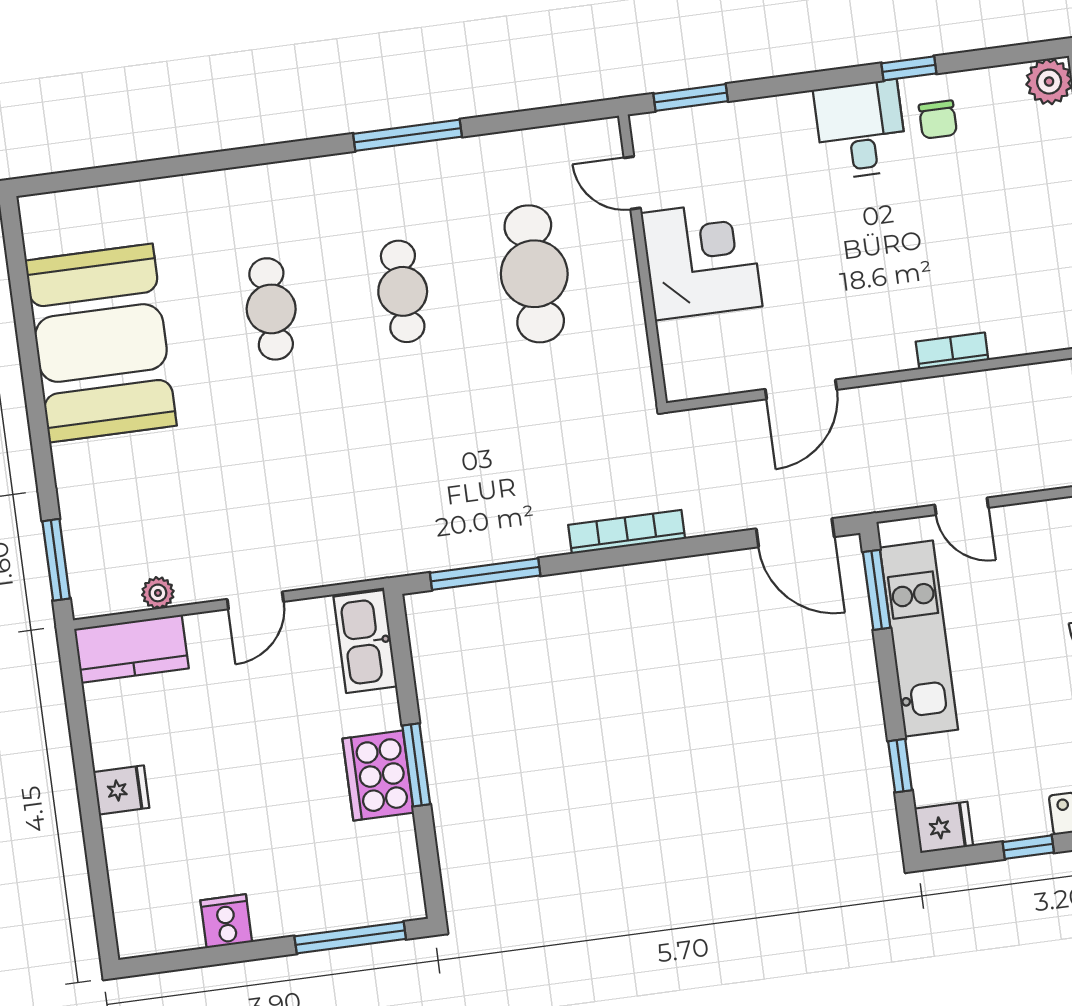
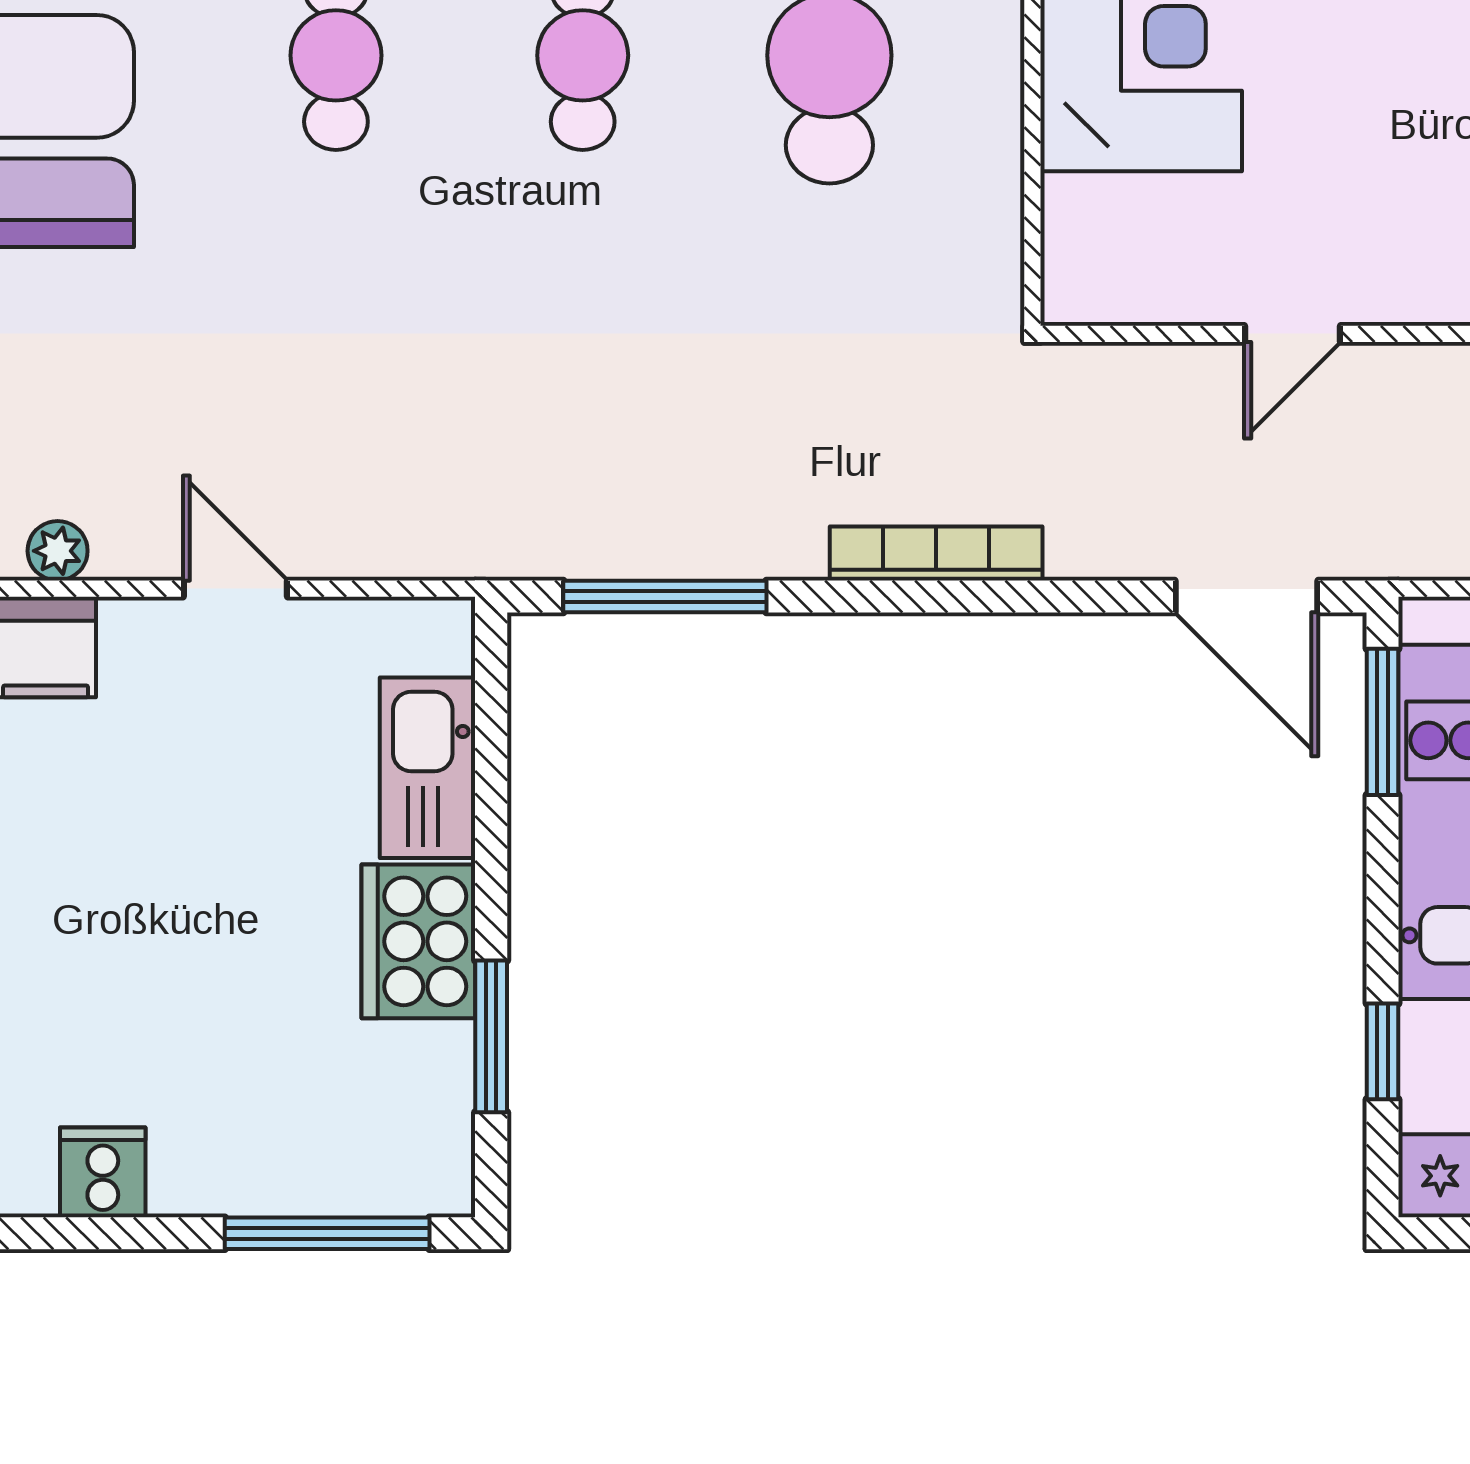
door: (801, 389) -> (1292, 334), width x0.73
door: (255, 600) -> (235, 589), swing flipped
kitchen sink: (365, 641) -> (428, 768), moved
window: (416, 765) -> (491, 1036), moved

